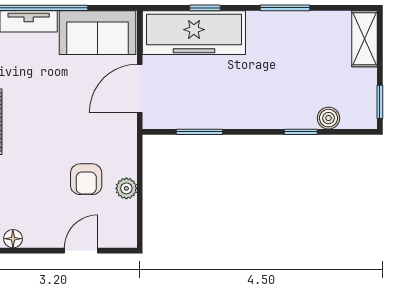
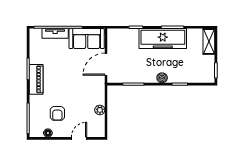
freezer: (194, 33) -> (163, 39), moved
boiler: (328, 118) -> (162, 78), moved
armchair: (86, 179) -> (57, 113), moved

